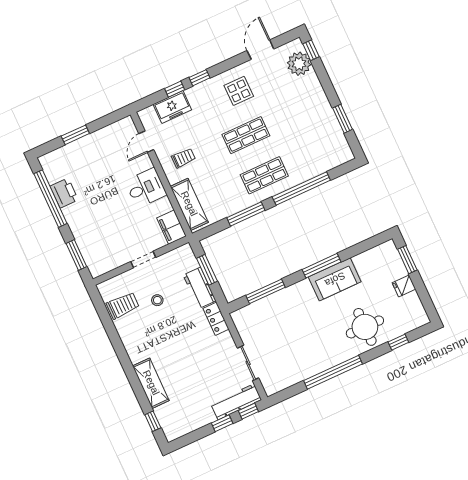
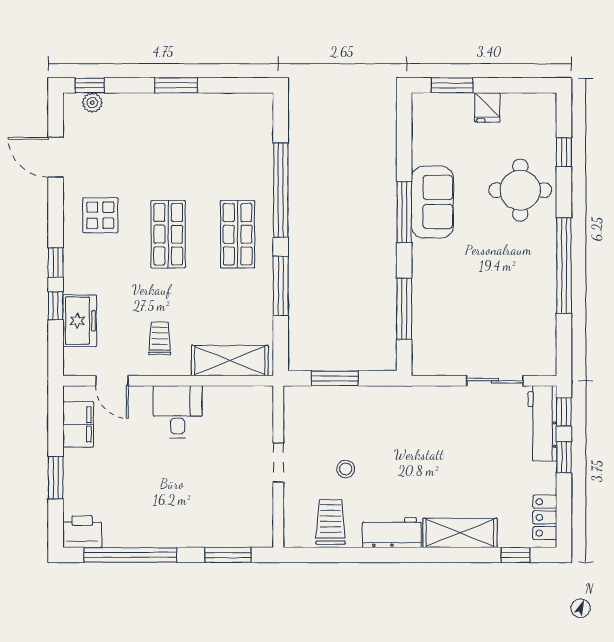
plant: (299, 64) -> (92, 103), width x0.53, depth x0.53
window: (342, 119) -> (176, 85), moved
printer: (64, 193) -> (82, 532), moved
filing cabinet: (171, 227) -> (78, 424), moved, turned -90
workbench: (200, 288) -> (392, 533), moved, turned 180
locker: (216, 319) -> (545, 517), moved, turned 90

